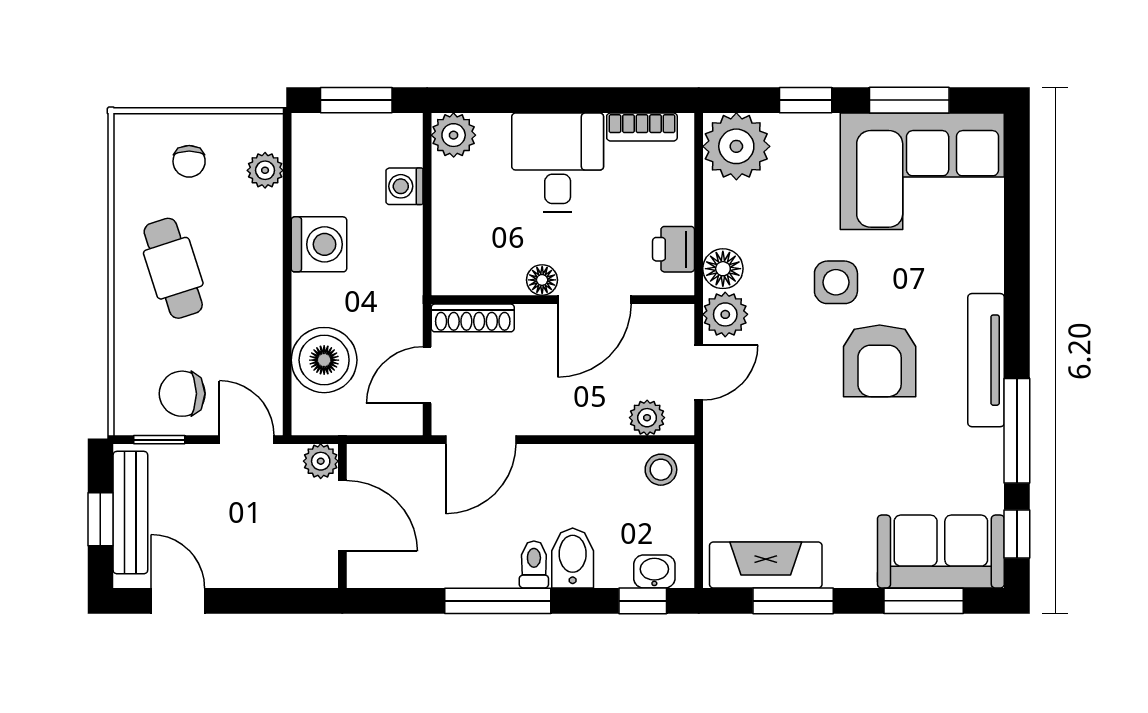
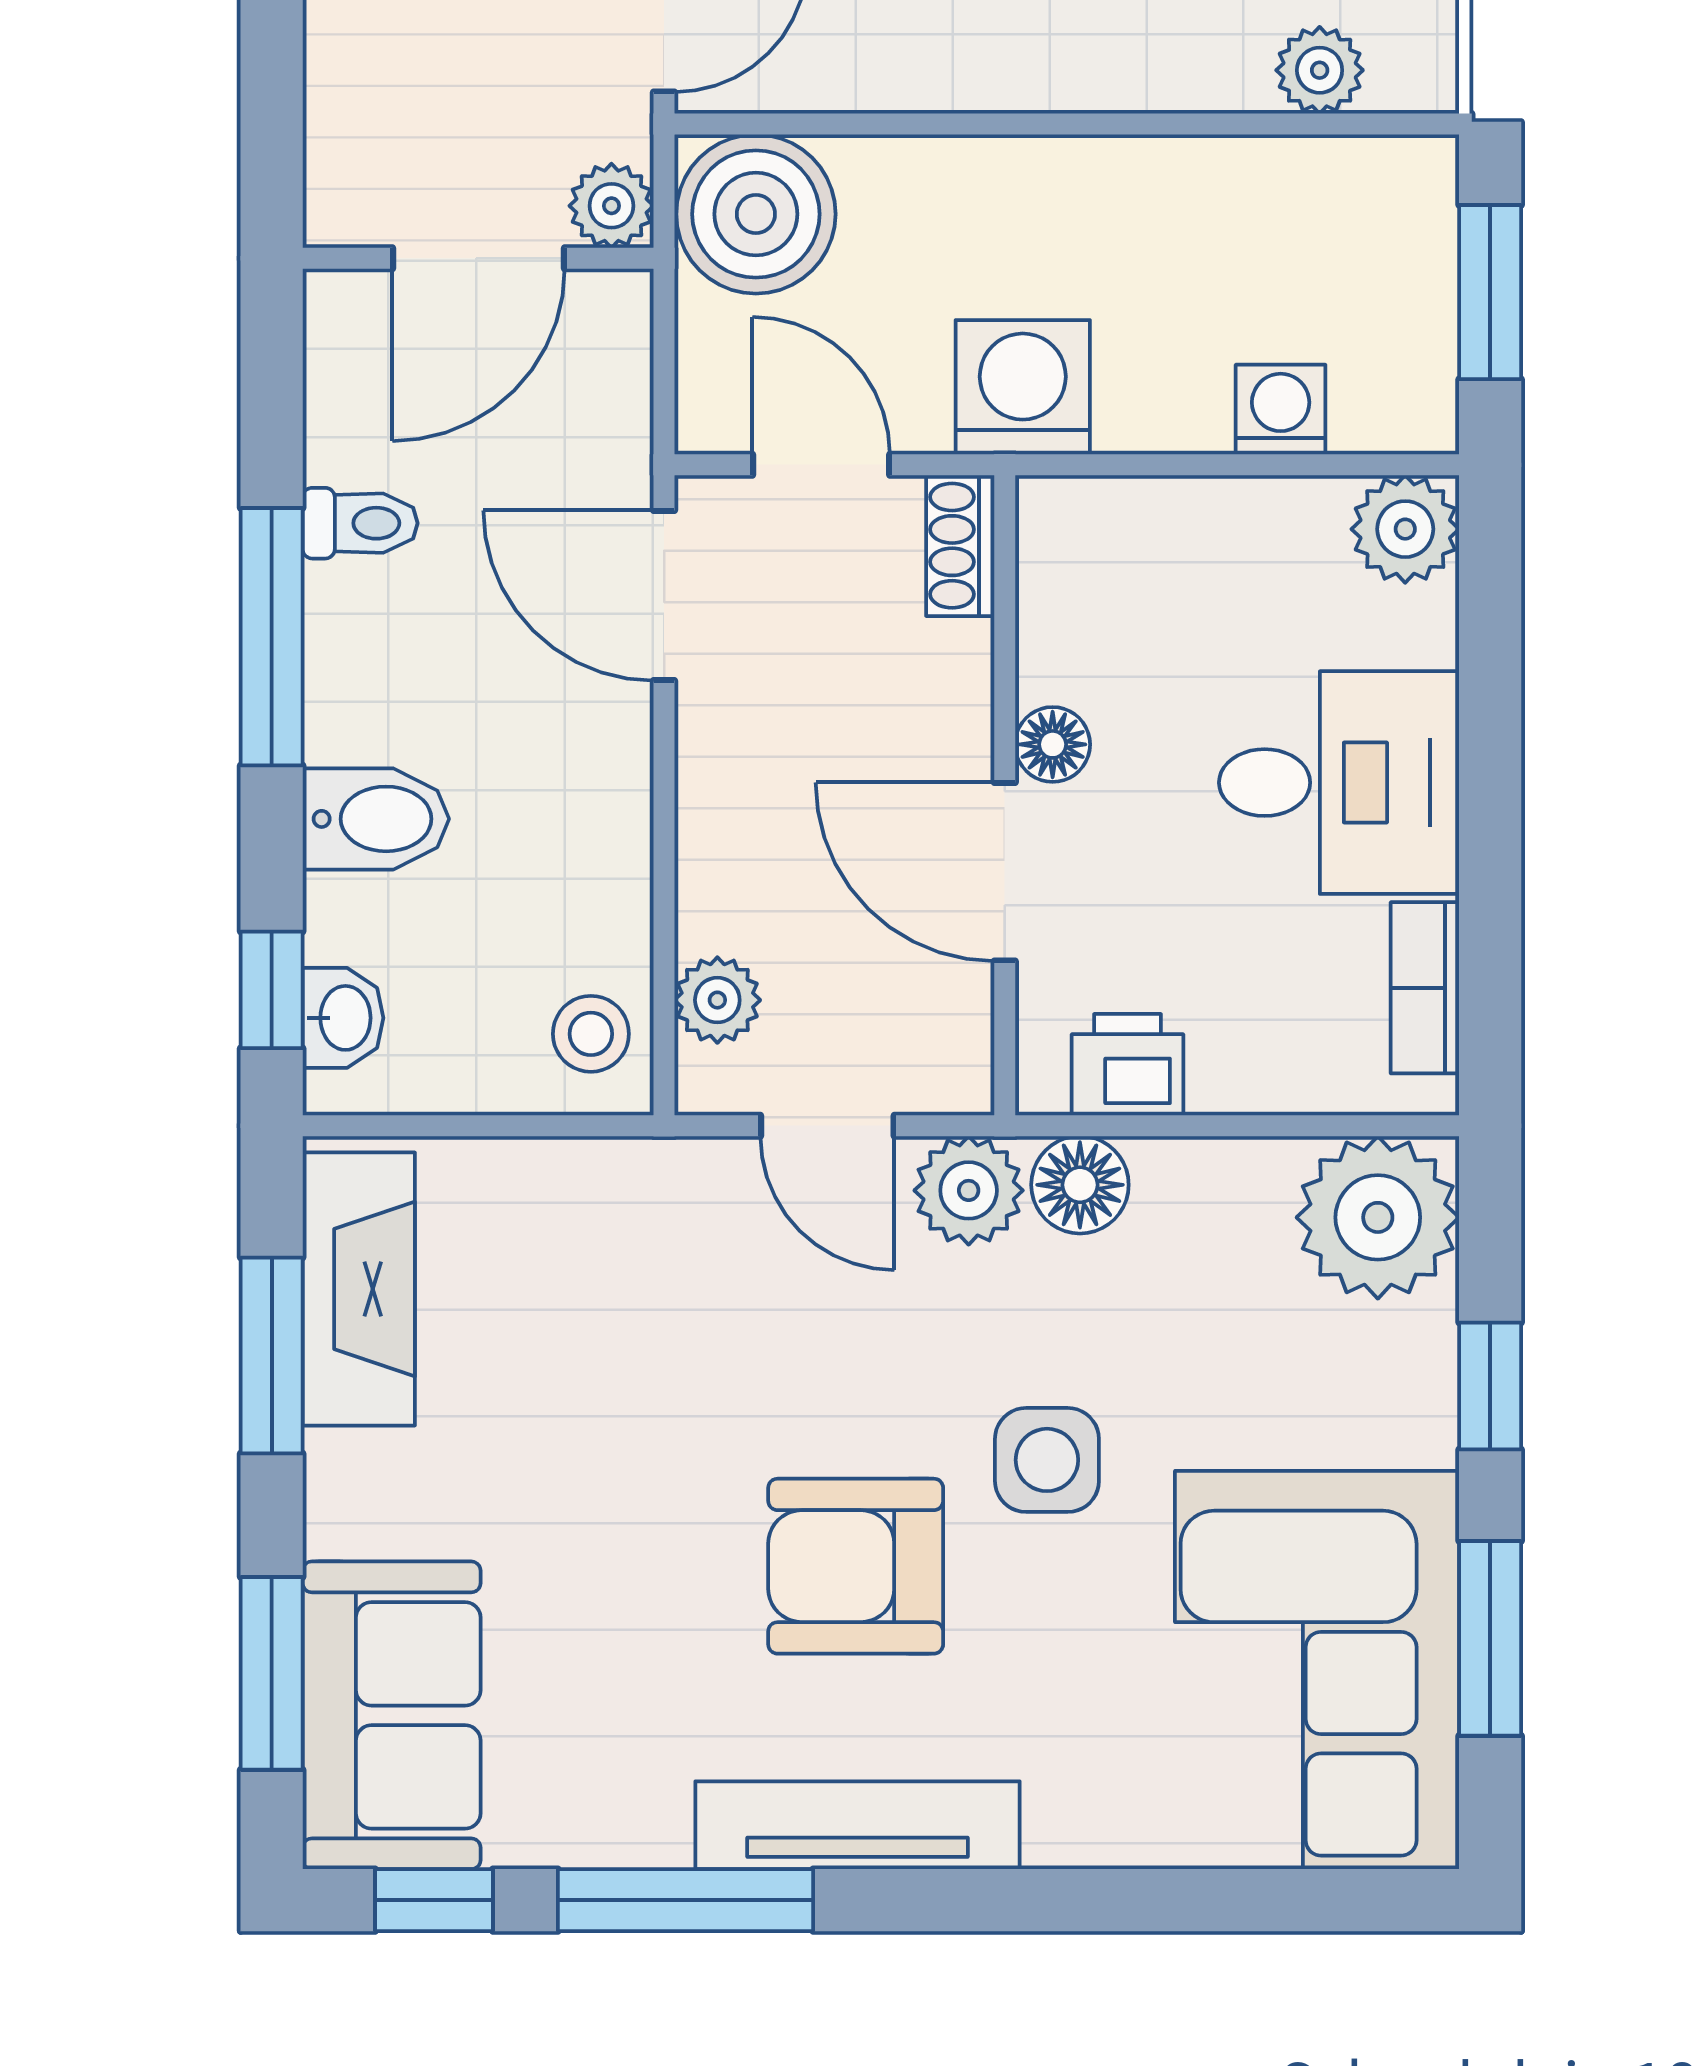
washing machine: (319, 244) -> (1023, 387), moved, turned 180
shoe rack: (473, 318) -> (960, 546), width x0.70
boiler: (324, 360) -> (756, 214), moved
toilet: (534, 564) -> (360, 523), moved

